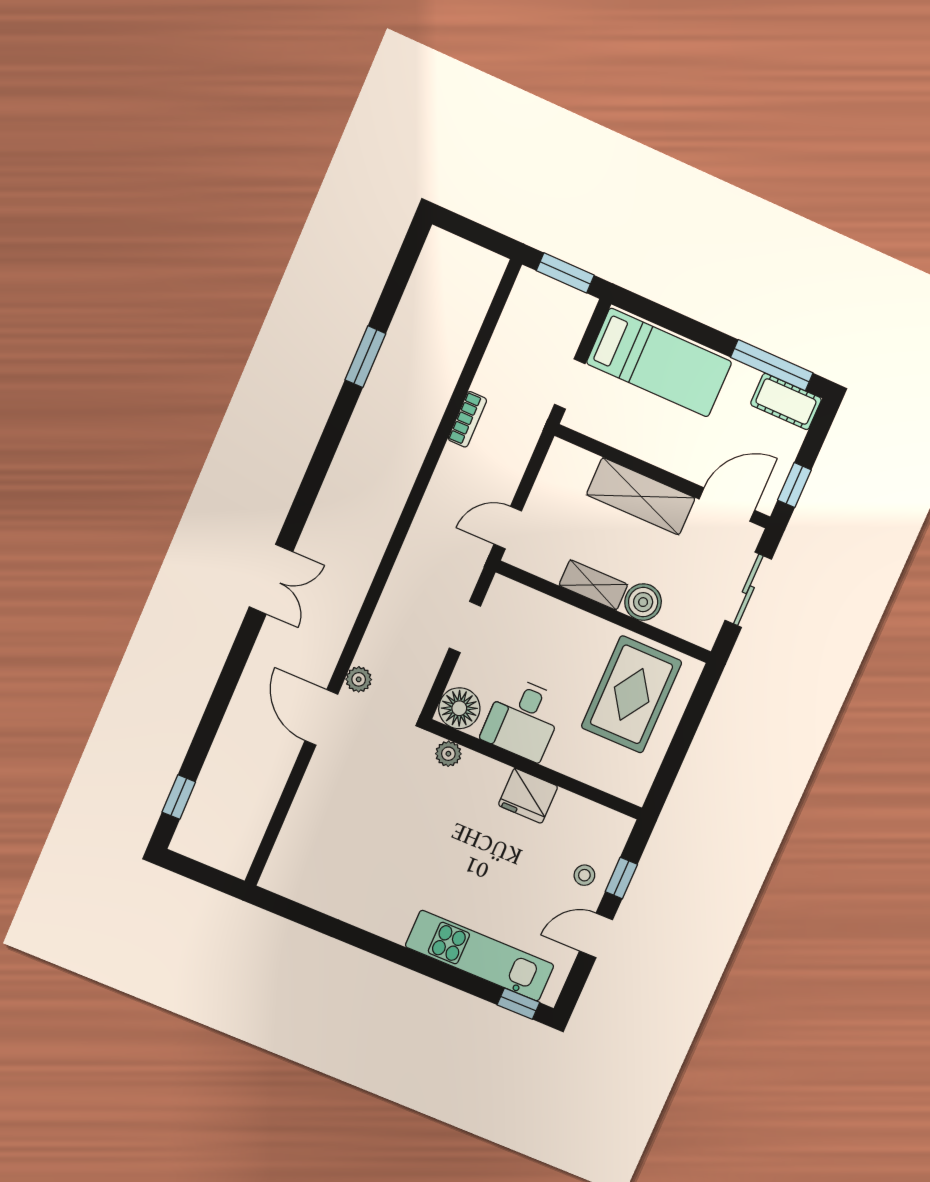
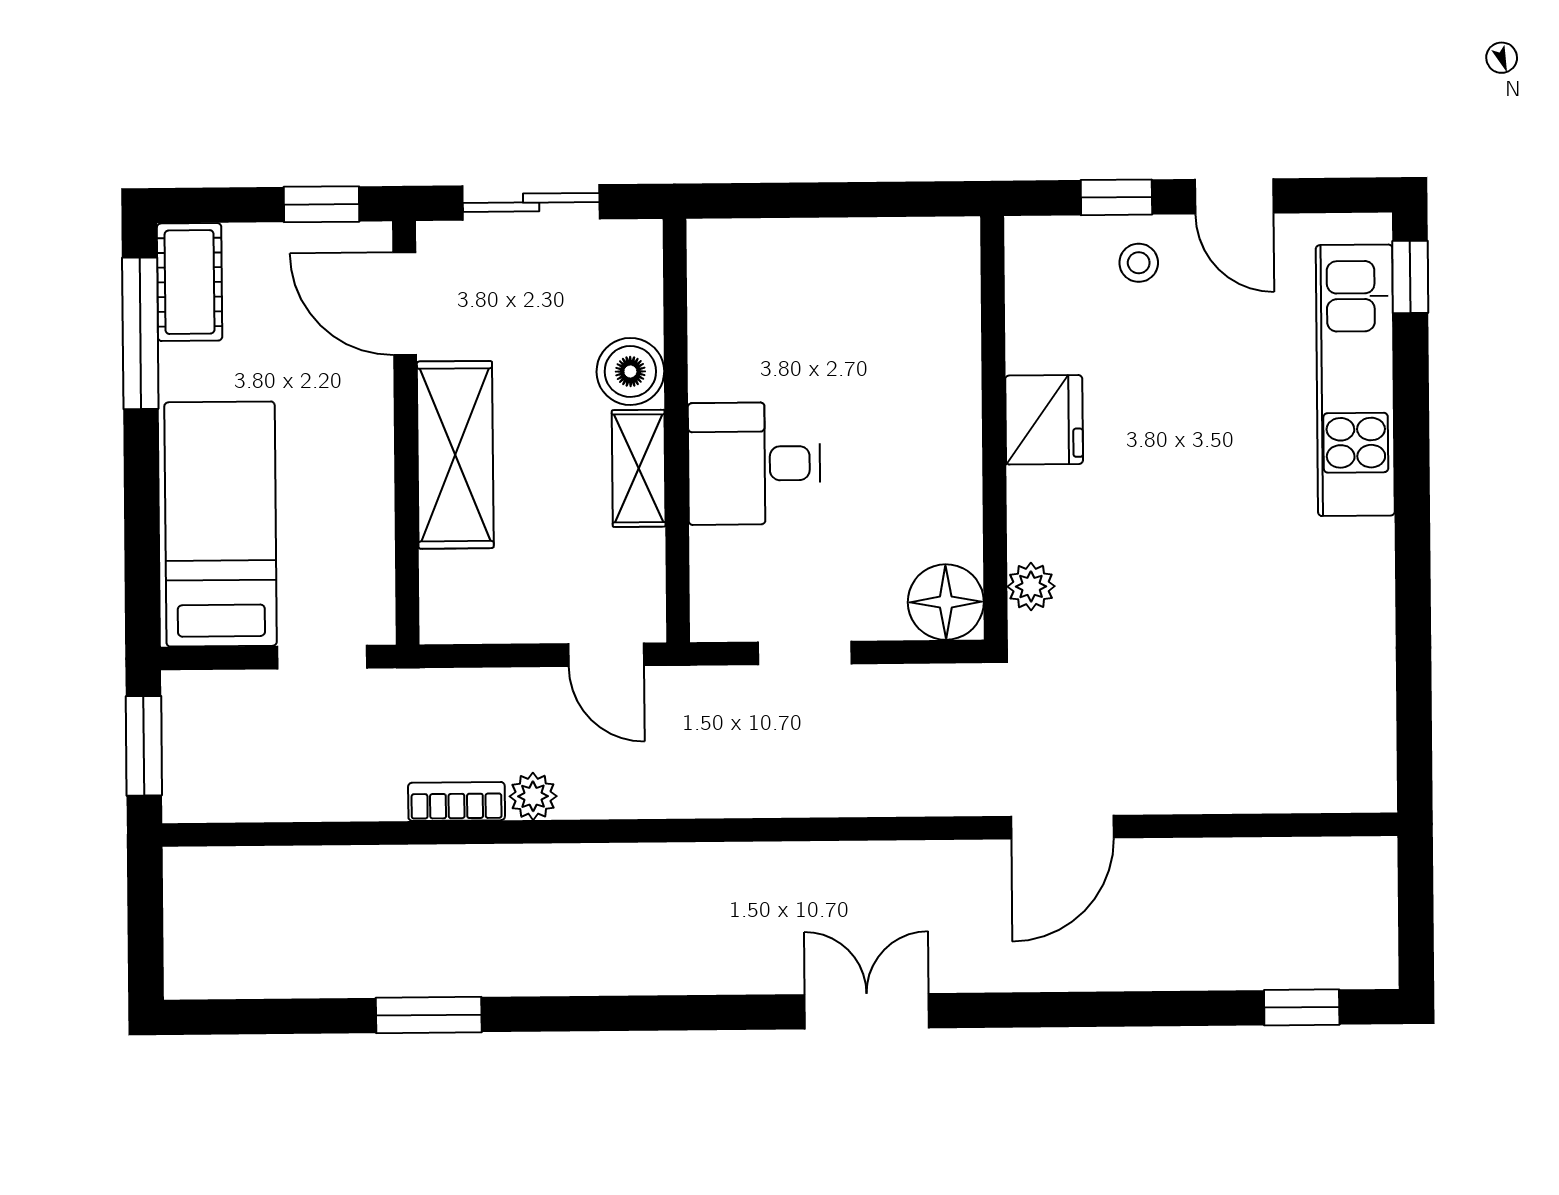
plant: (359, 679) -> (533, 796), moved
rug: (632, 694) -> (795, 321), removed
desk: (523, 719) -> (754, 464), moved, turned 180

